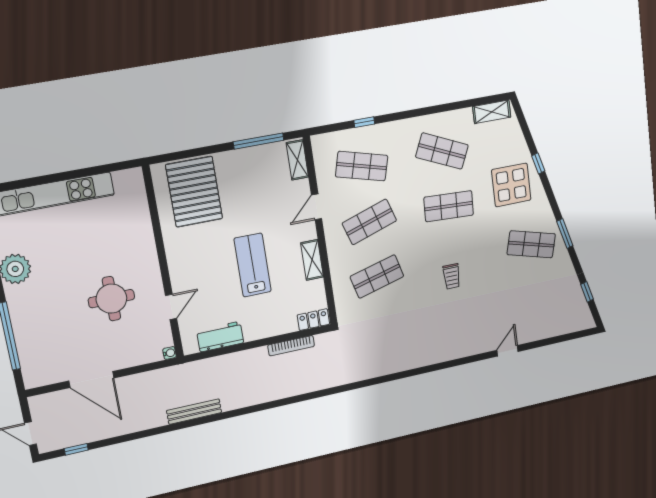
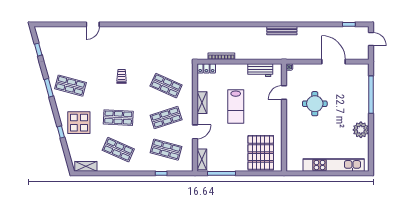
shop shelf: (377, 276) -> (166, 86), turned 39

